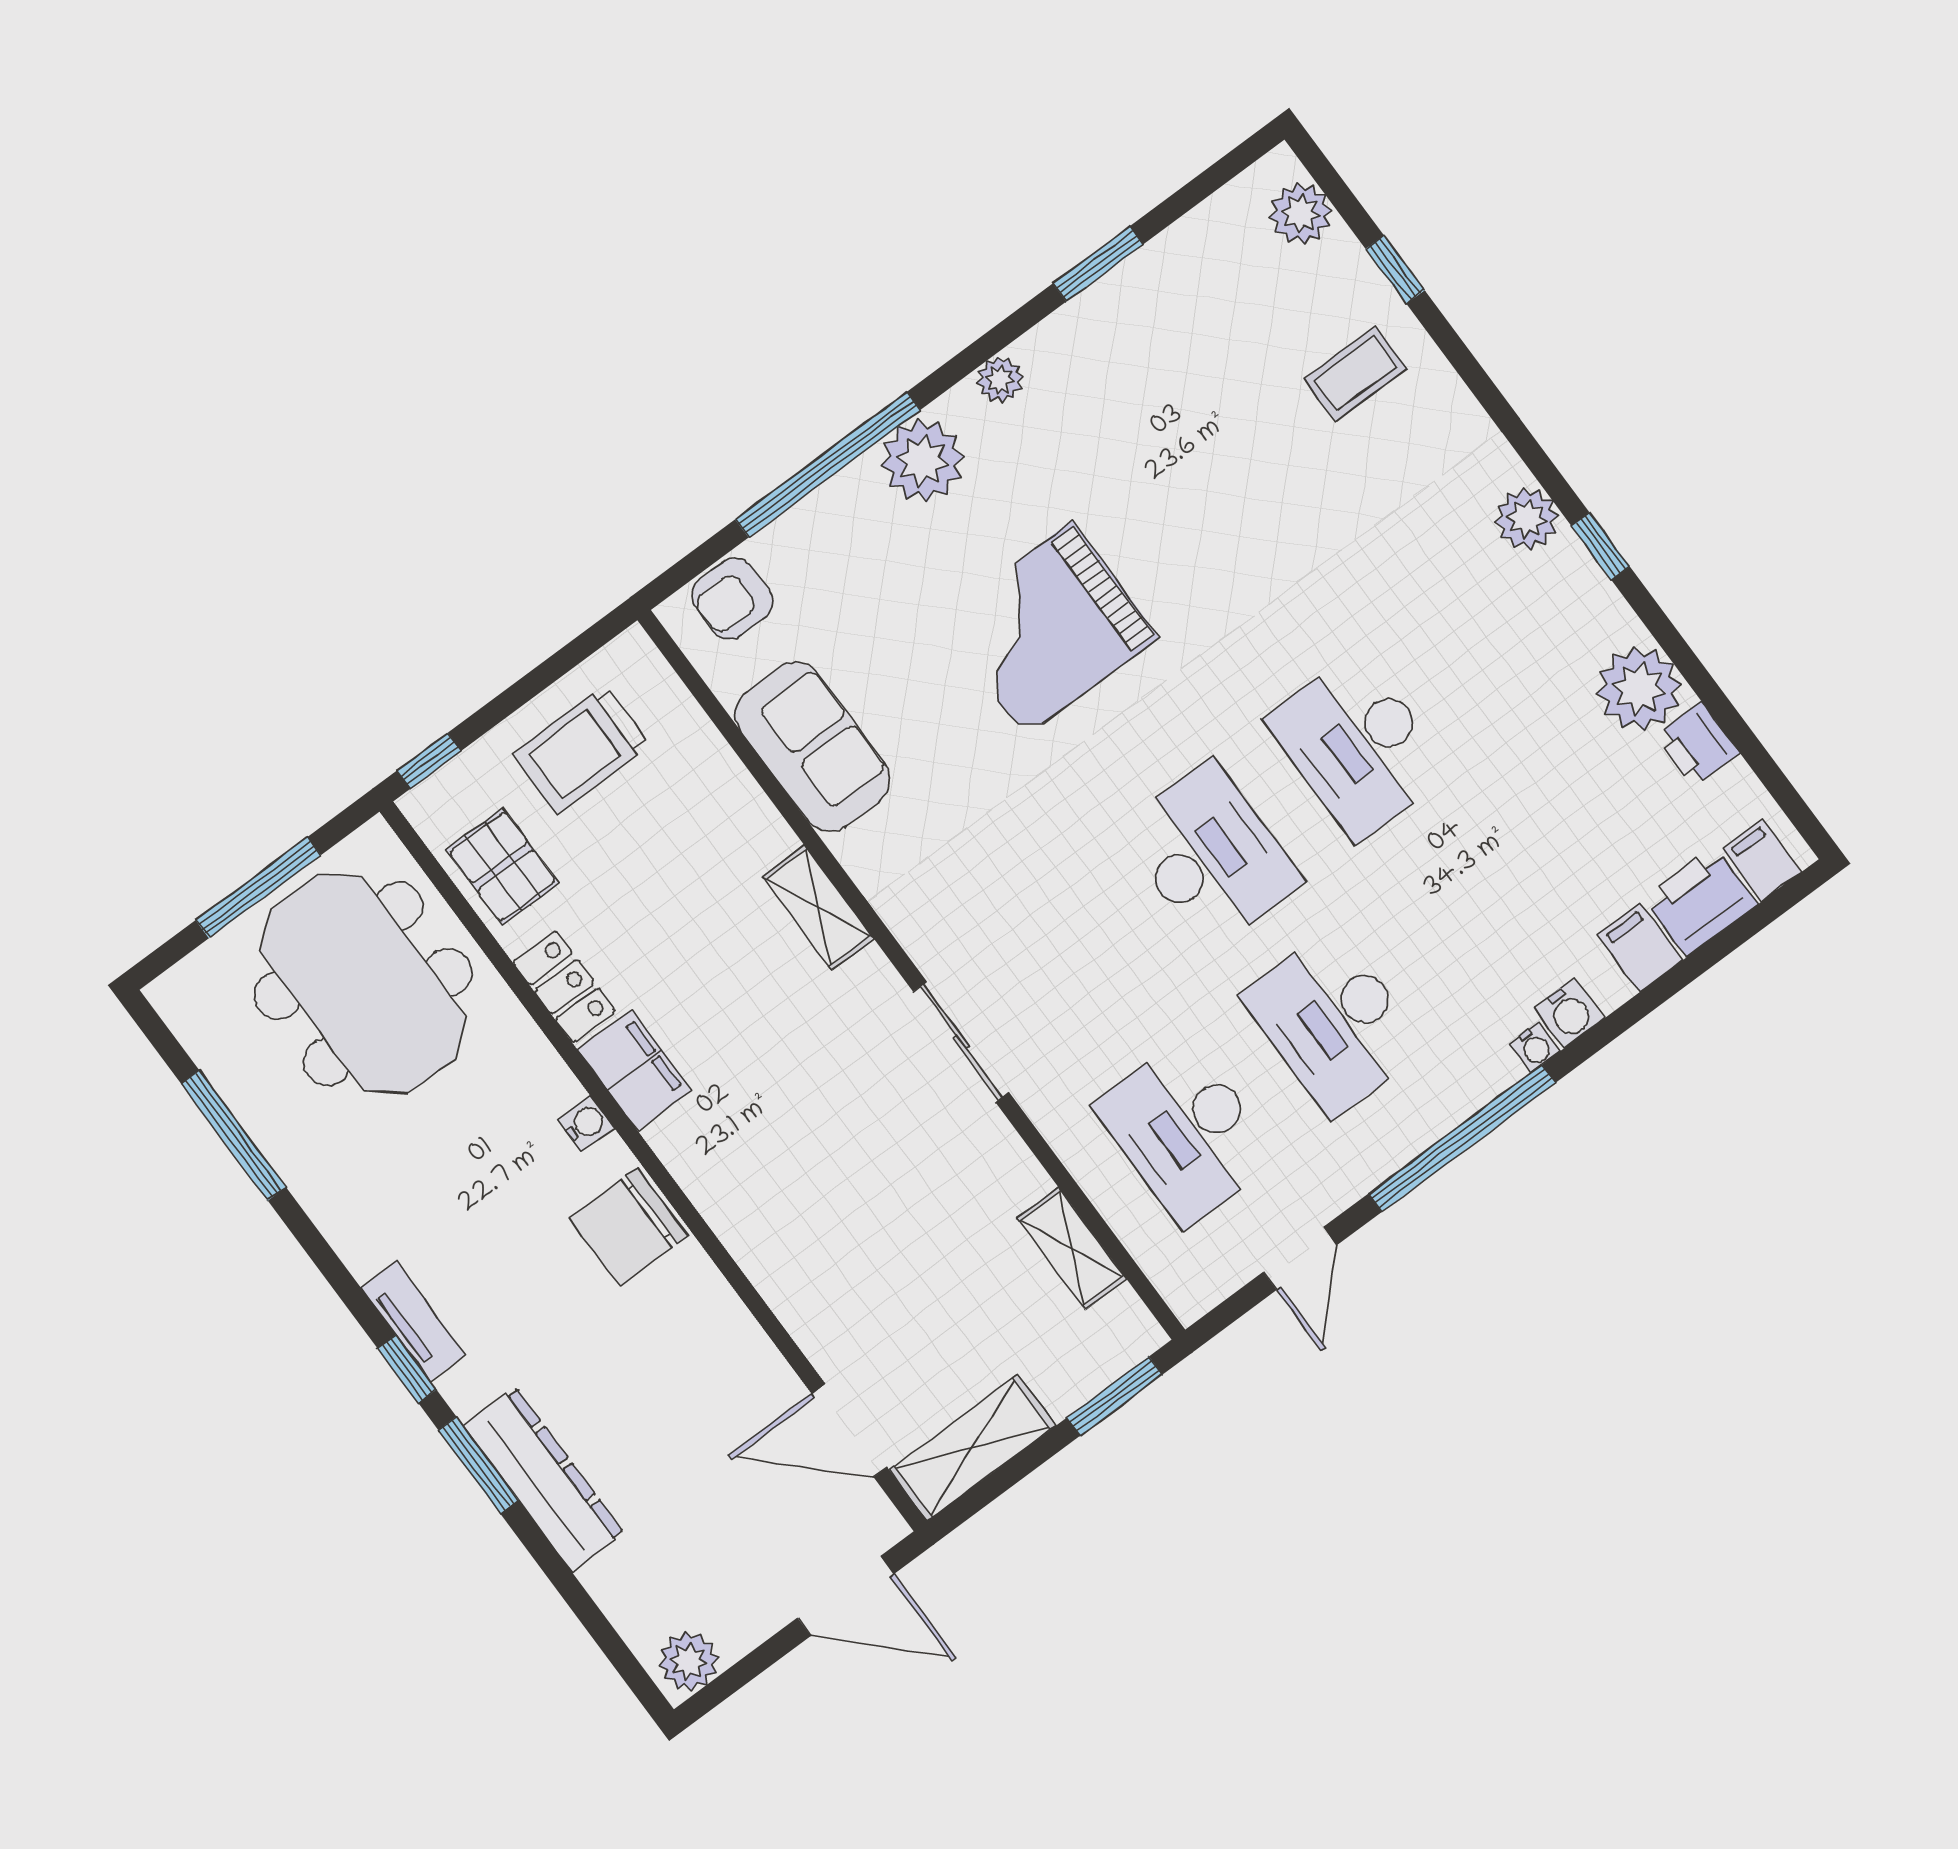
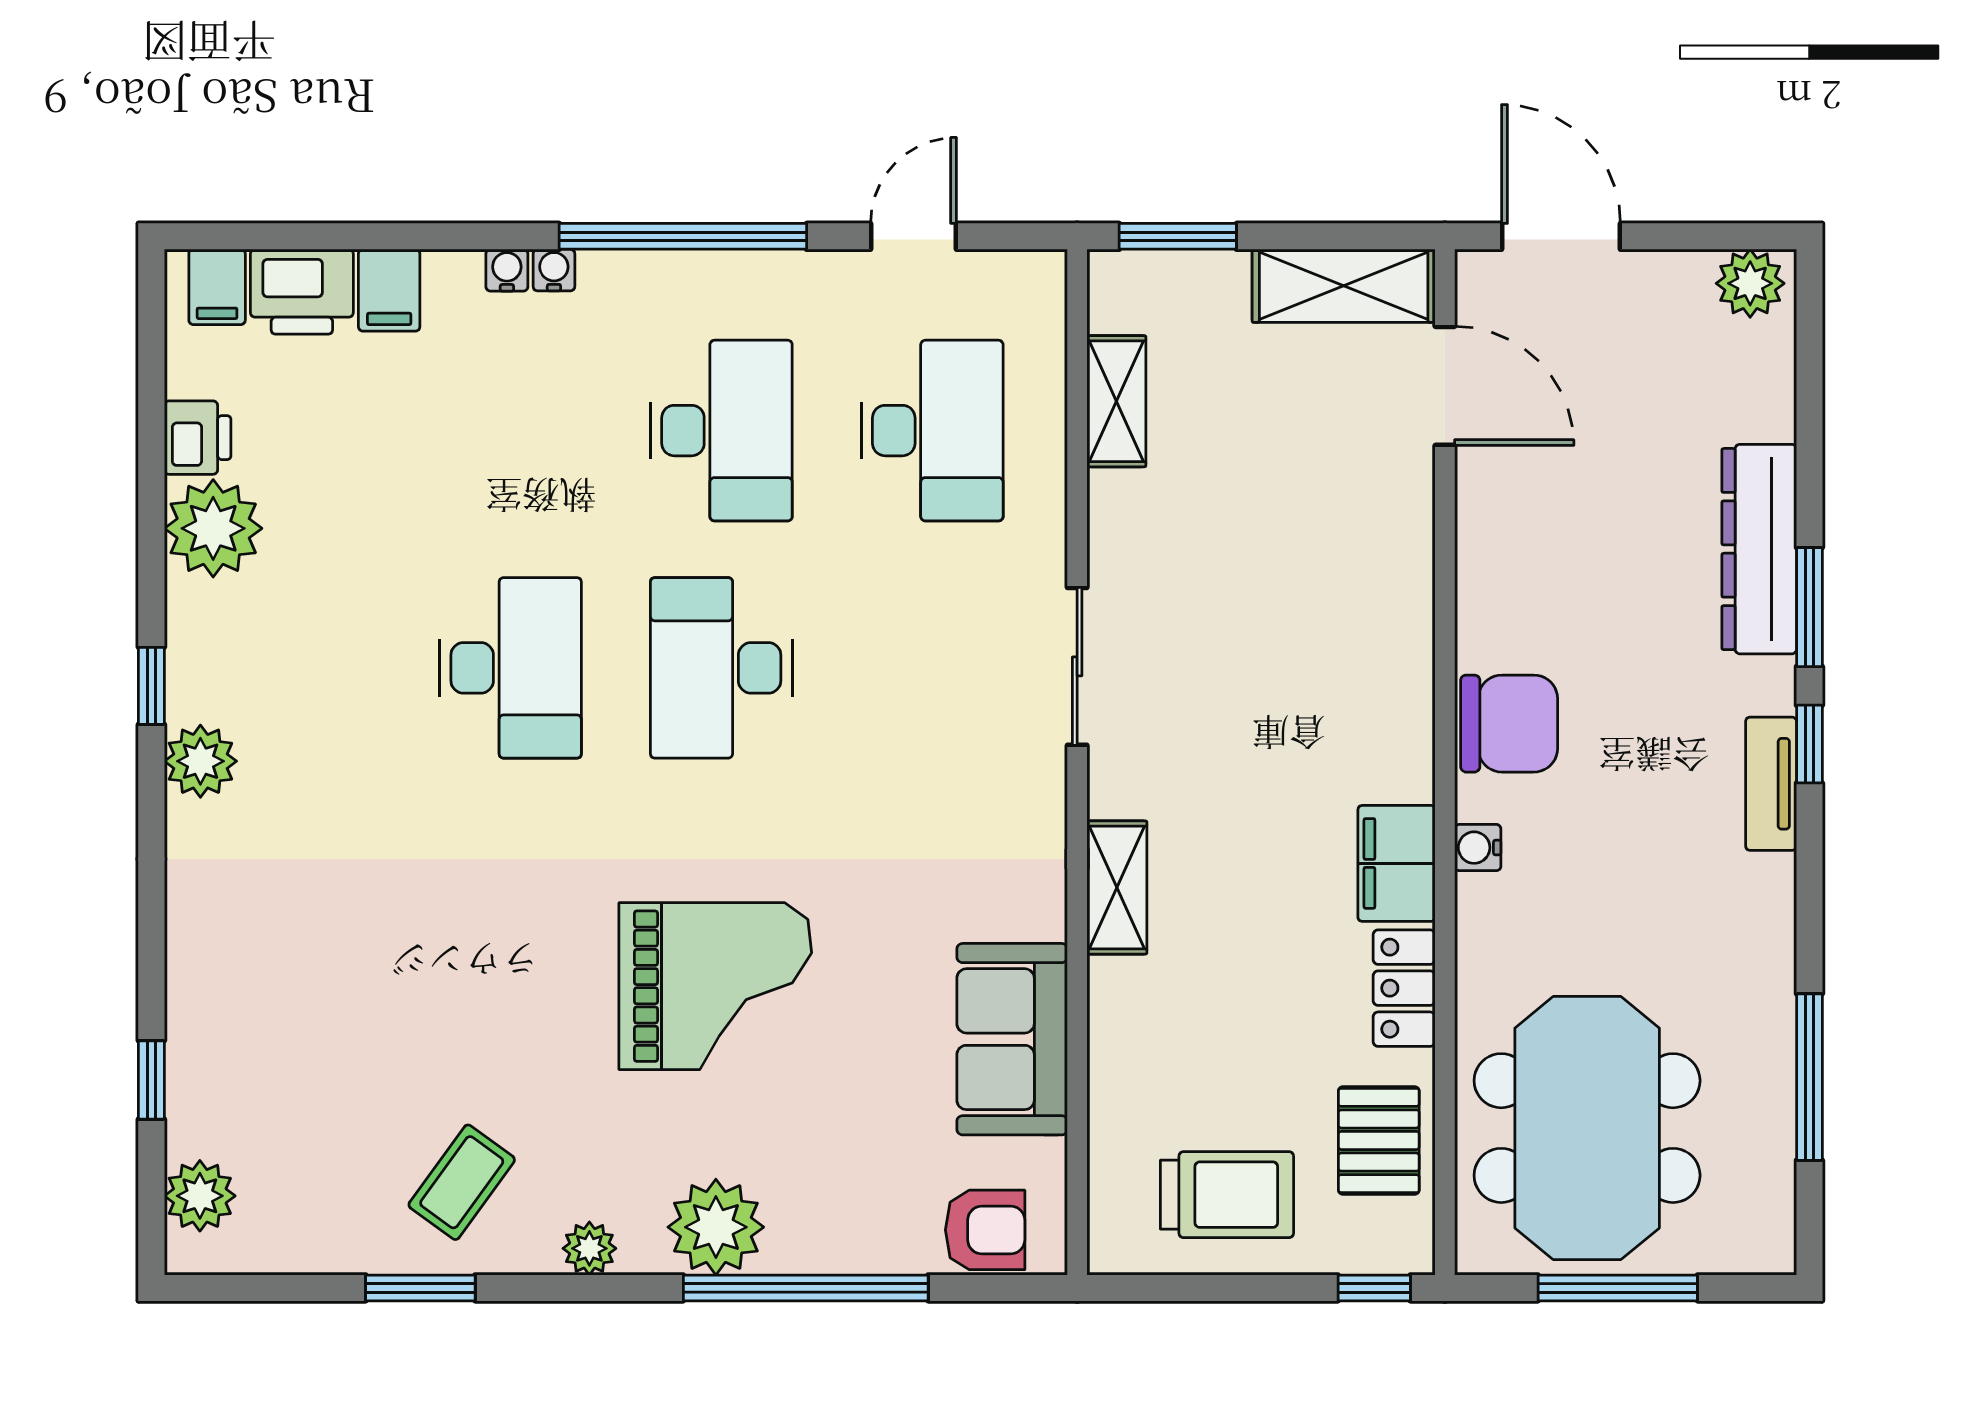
coffee table: (1355, 374) -> (462, 1182), moved, turned -54
water cooler: (1569, 1013) -> (507, 270), width x0.72, depth x0.72

